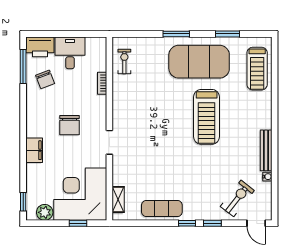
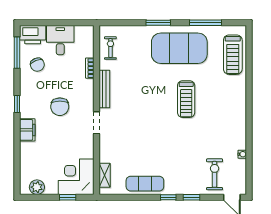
window: (227, 34) -> (205, 23), width x1.44
treadmill: (207, 117) -> (186, 99), width x0.73, depth x0.73
bench: (266, 150) -> (104, 89), moved
corner desk: (80, 194) -> (76, 177), width x0.74, depth x0.74
exercise bike: (237, 198) -> (215, 174), turned -38
window: (23, 202) -> (17, 104), moved

